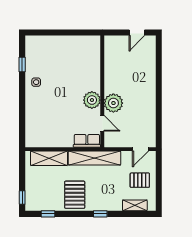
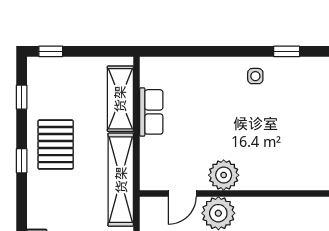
row of seats: (87, 141) -> (151, 112), moved
pallet: (75, 195) -> (56, 145), turned 90
window: (100, 214) -> (22, 161), moved

